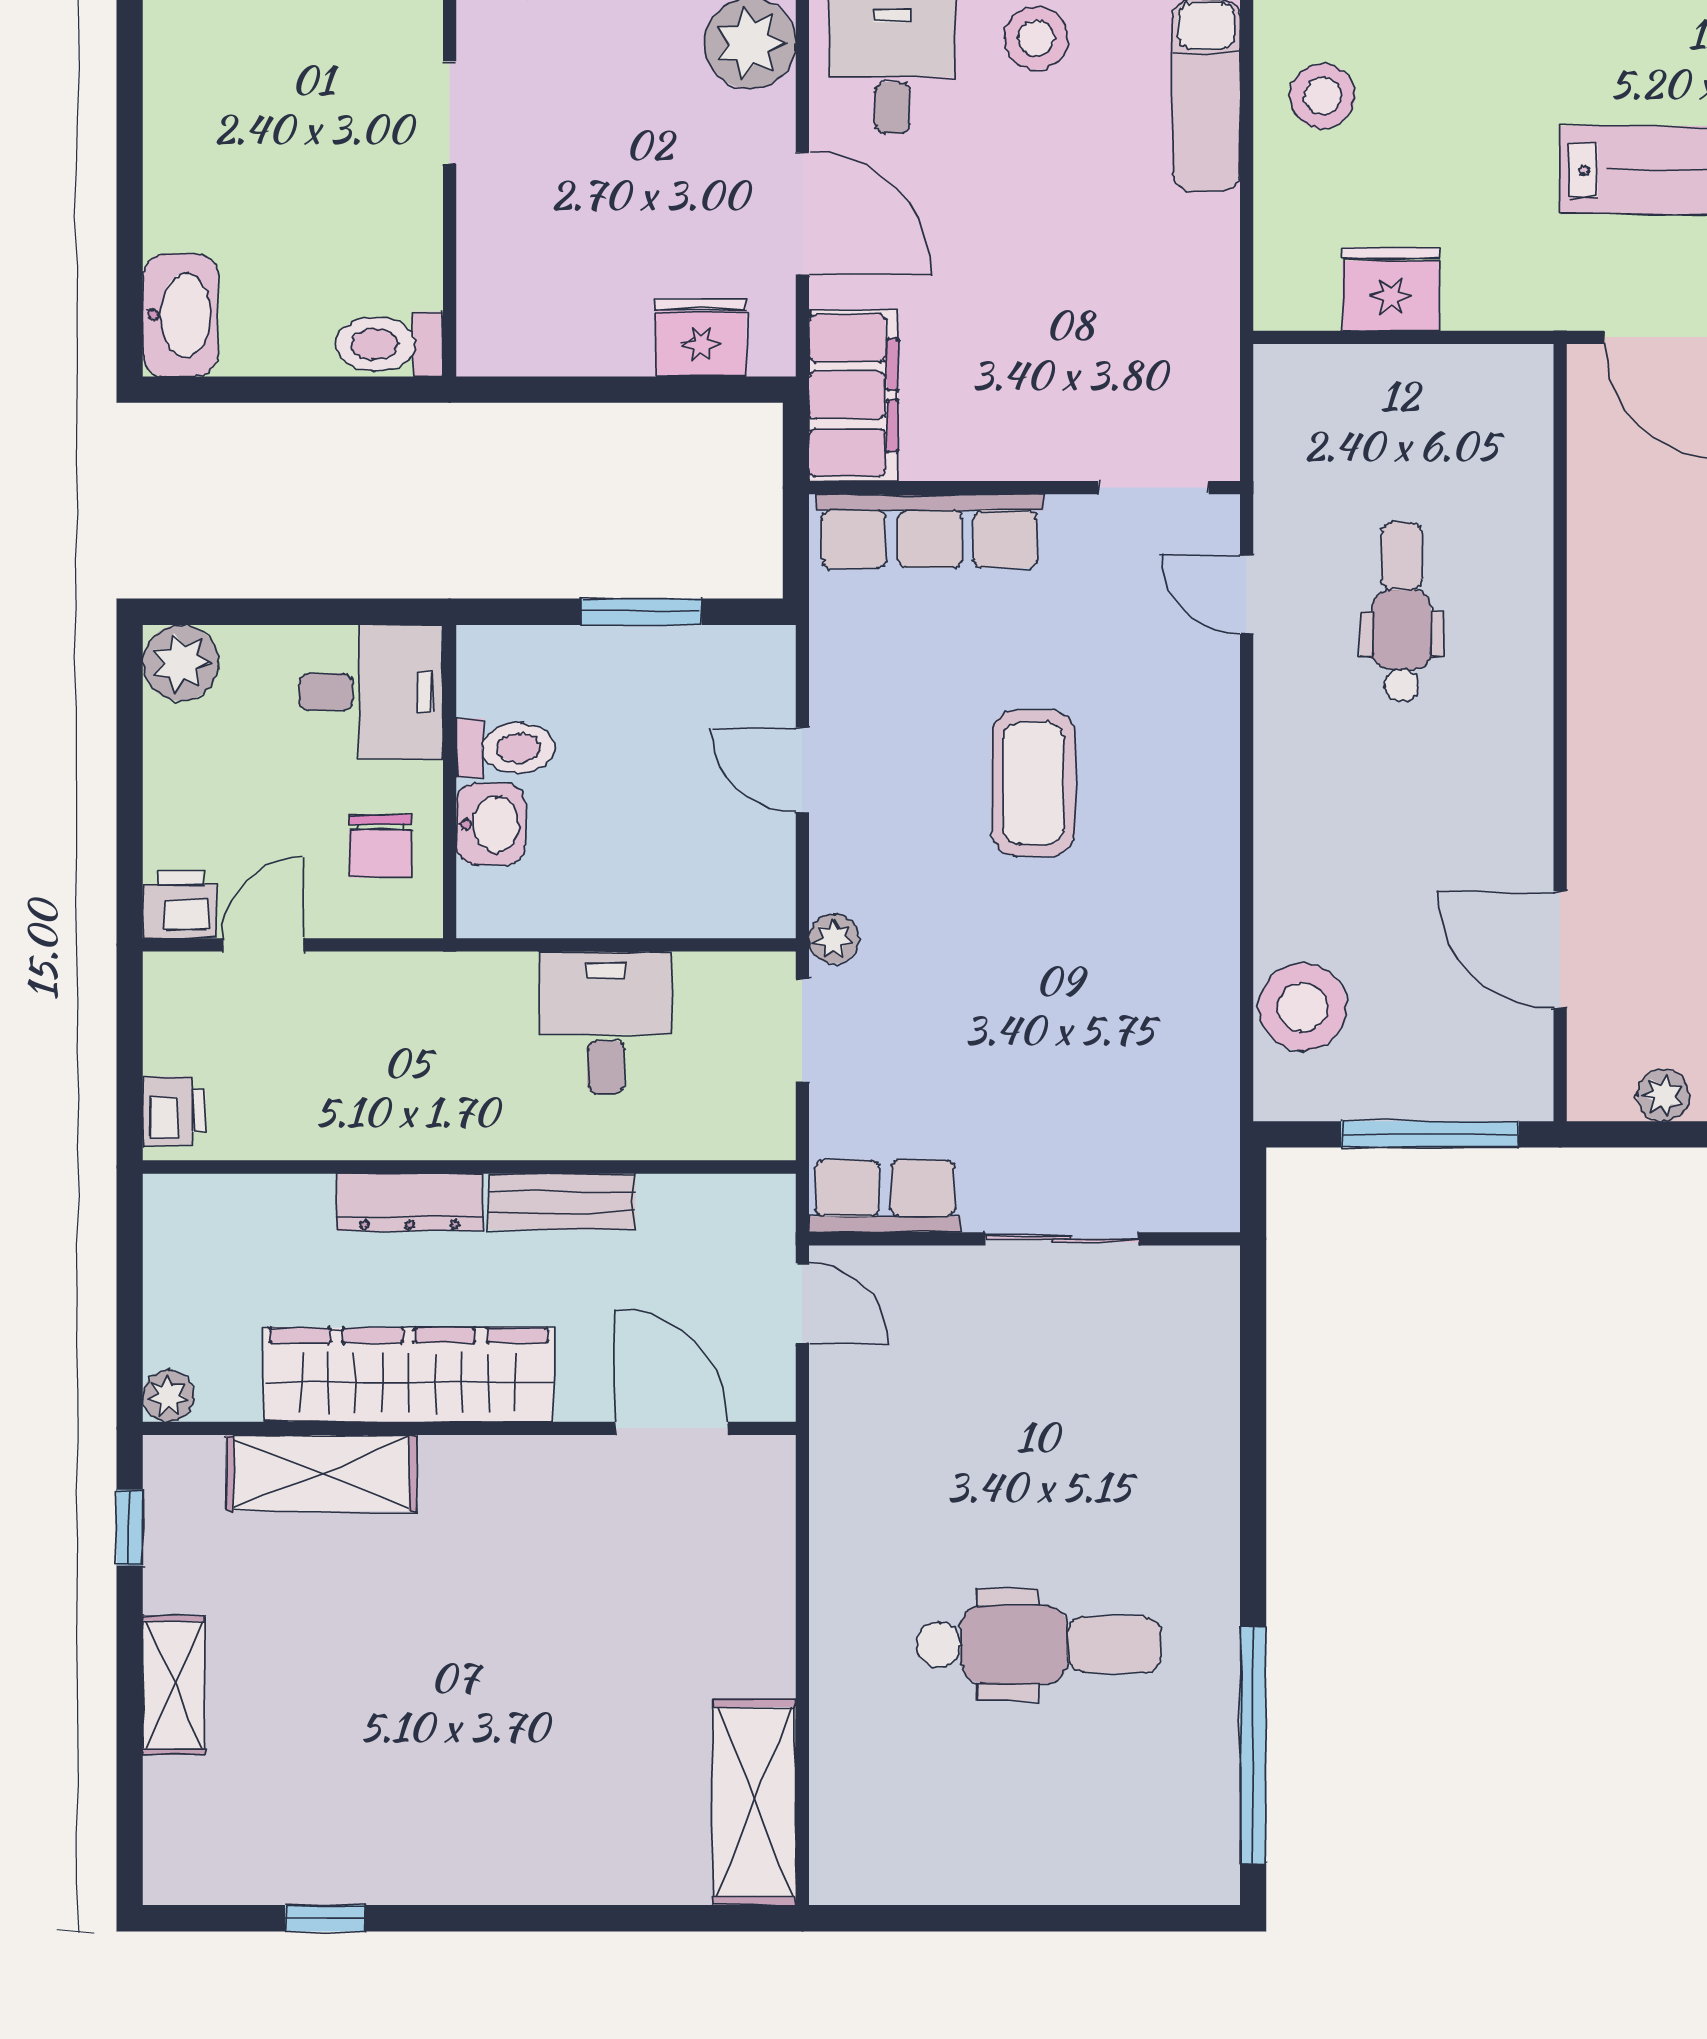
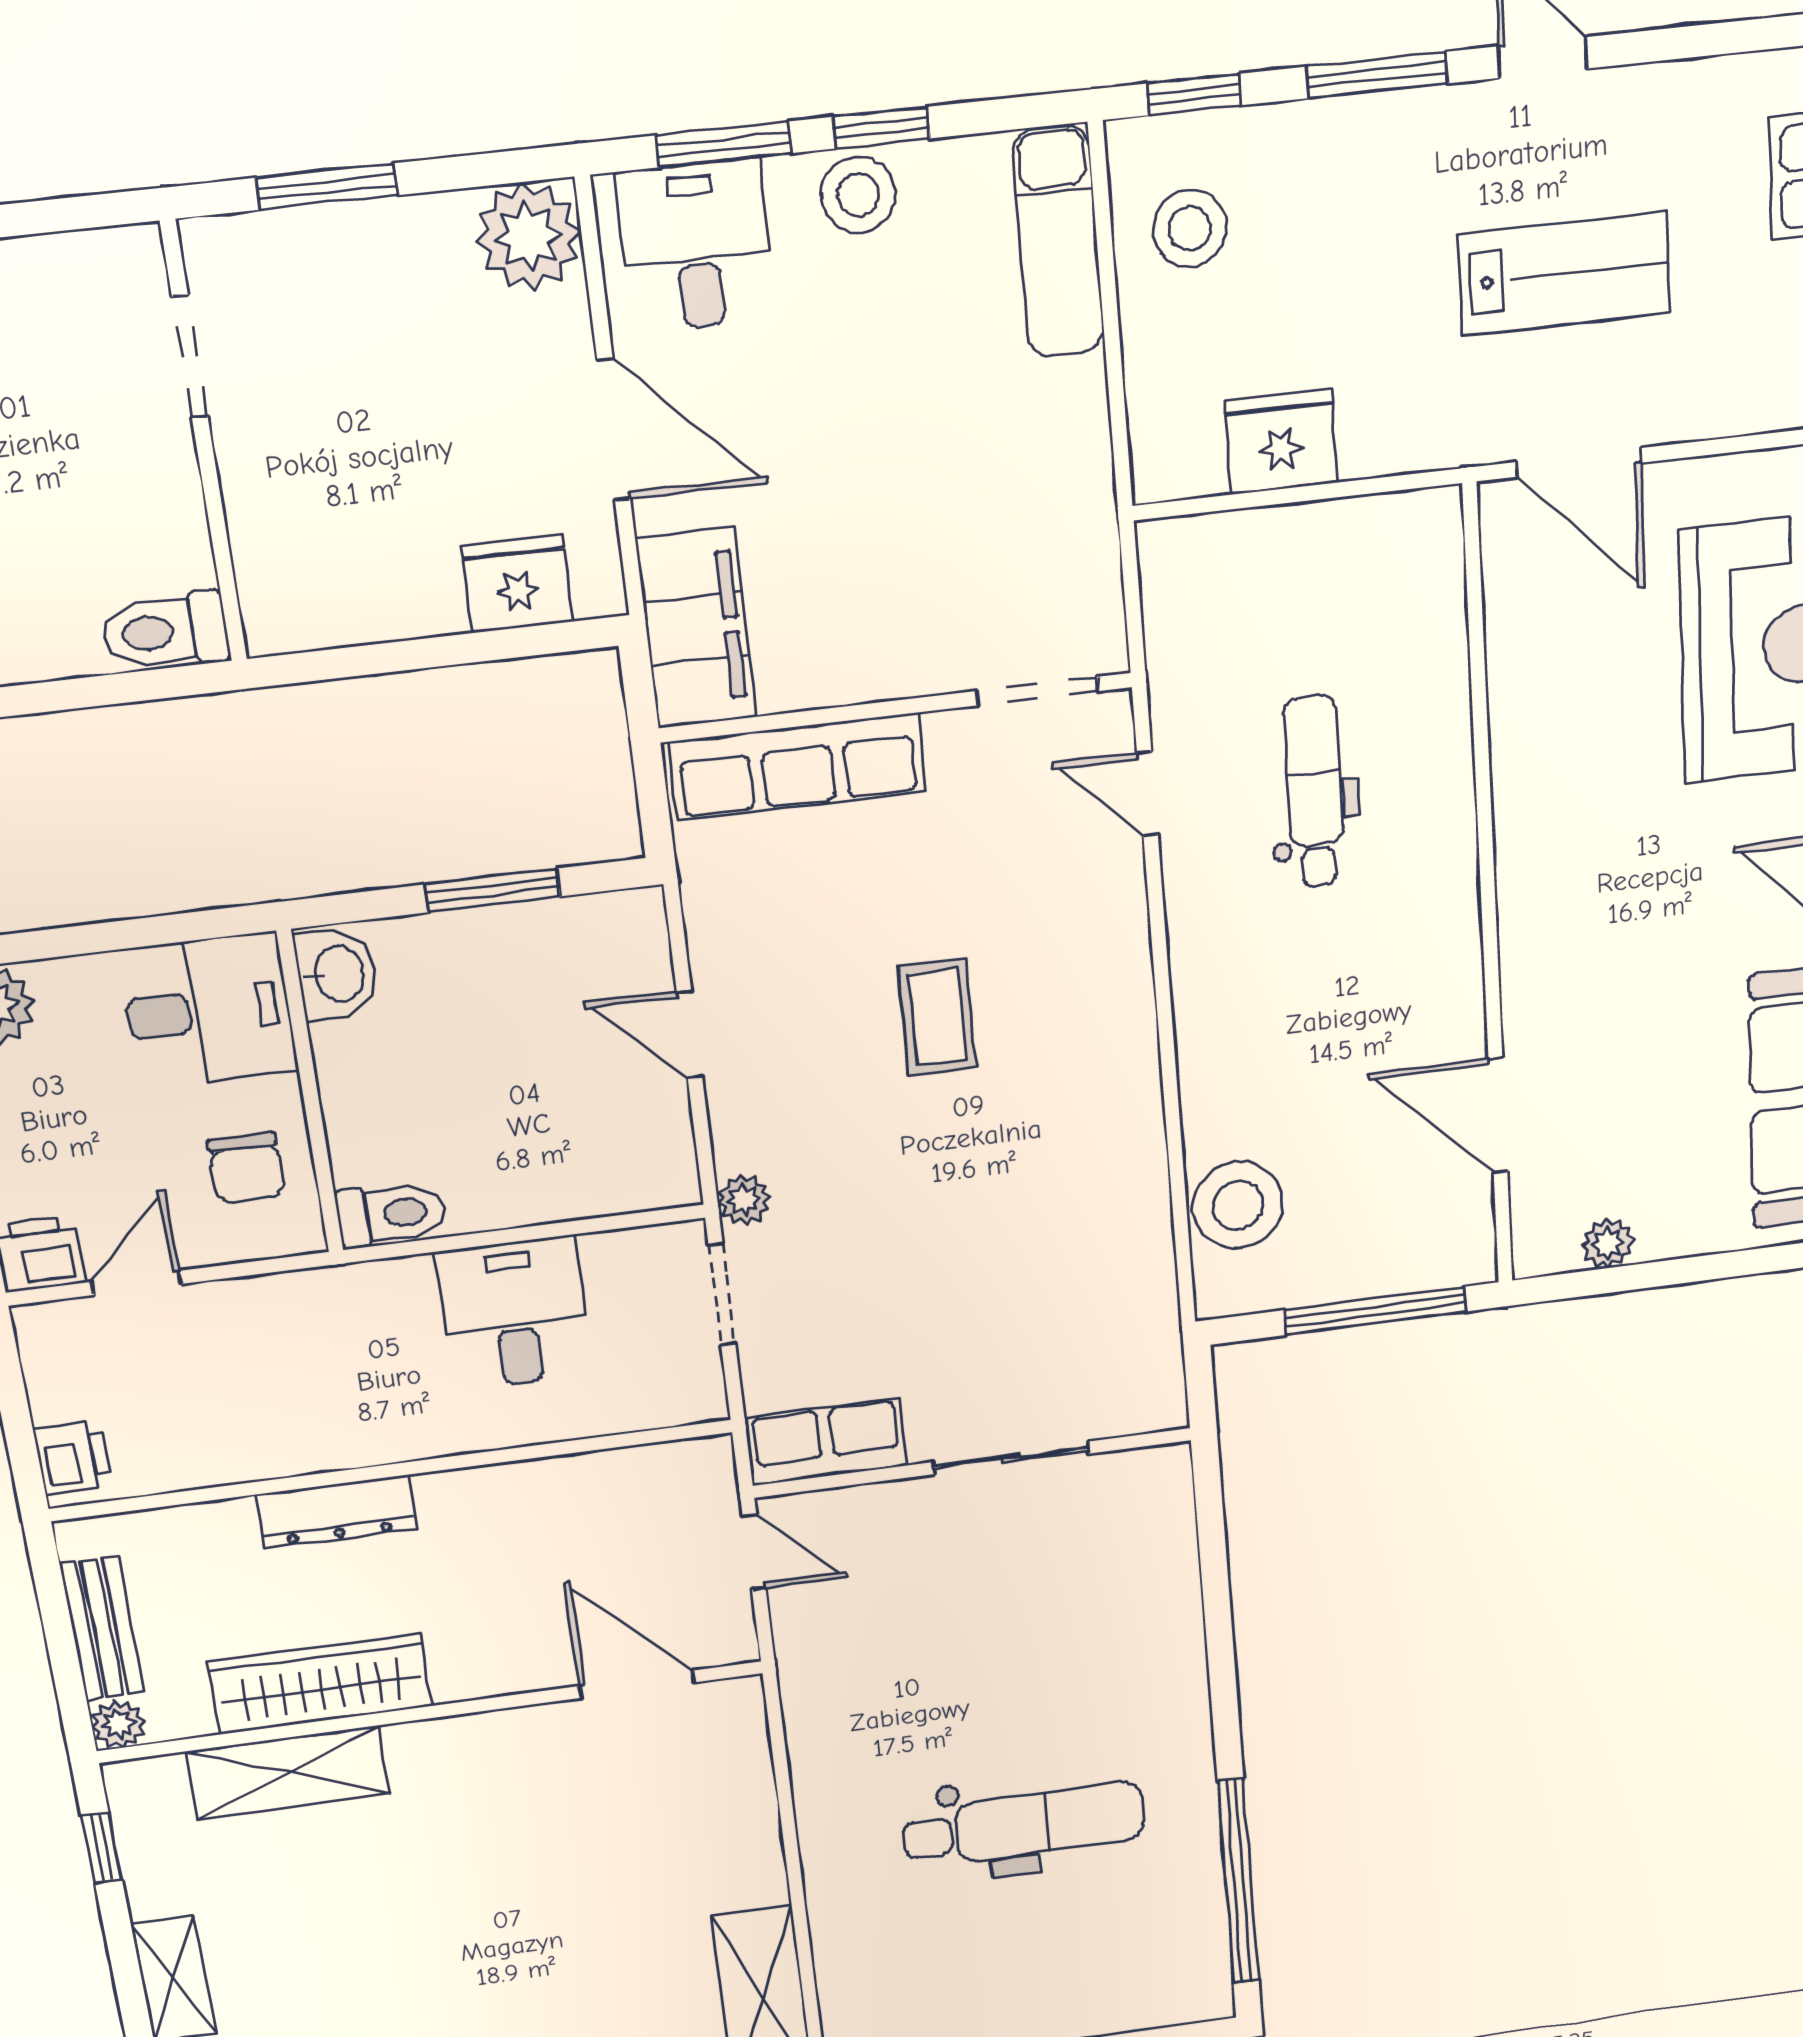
toilet: (505, 748) -> (391, 1214), moved
coffee table: (1034, 783) -> (937, 1017), width x0.73, depth x0.77
washbasin: (491, 824) -> (337, 974), moved
bench: (562, 1202) -> (102, 1628), moved, turned 90
wardrobe: (409, 1375) -> (321, 1684), width x0.71, depth x0.85

